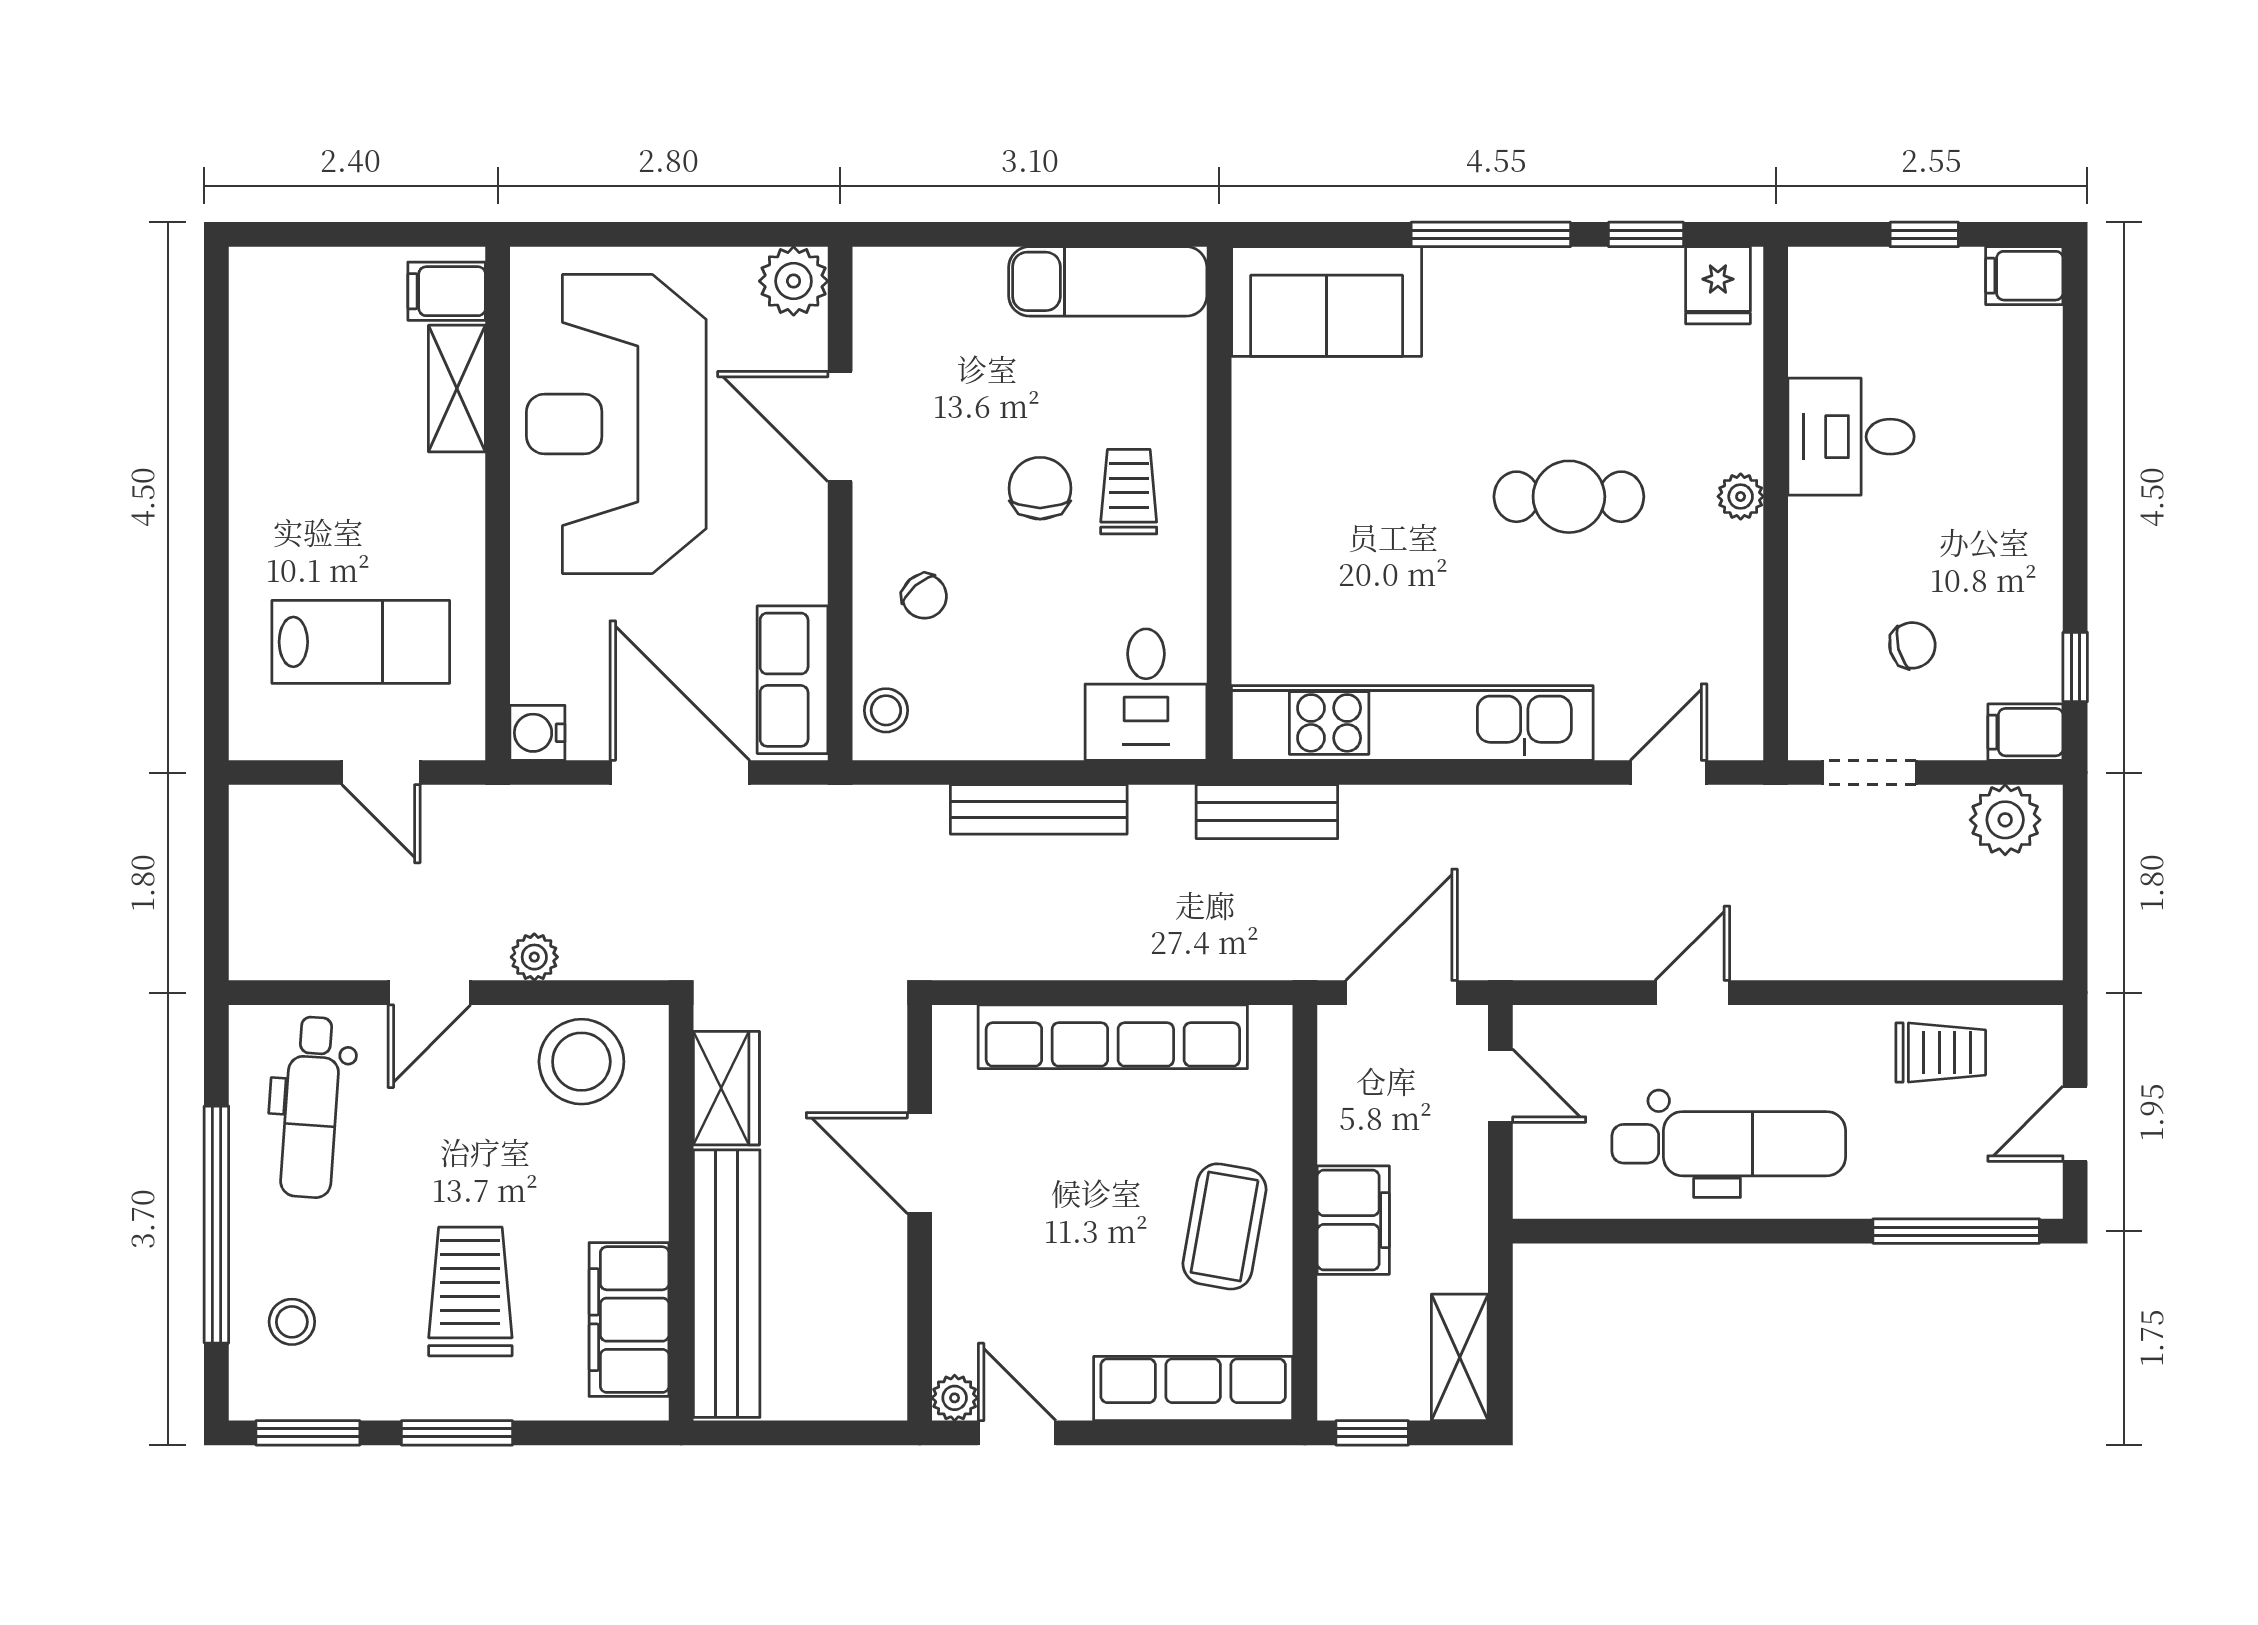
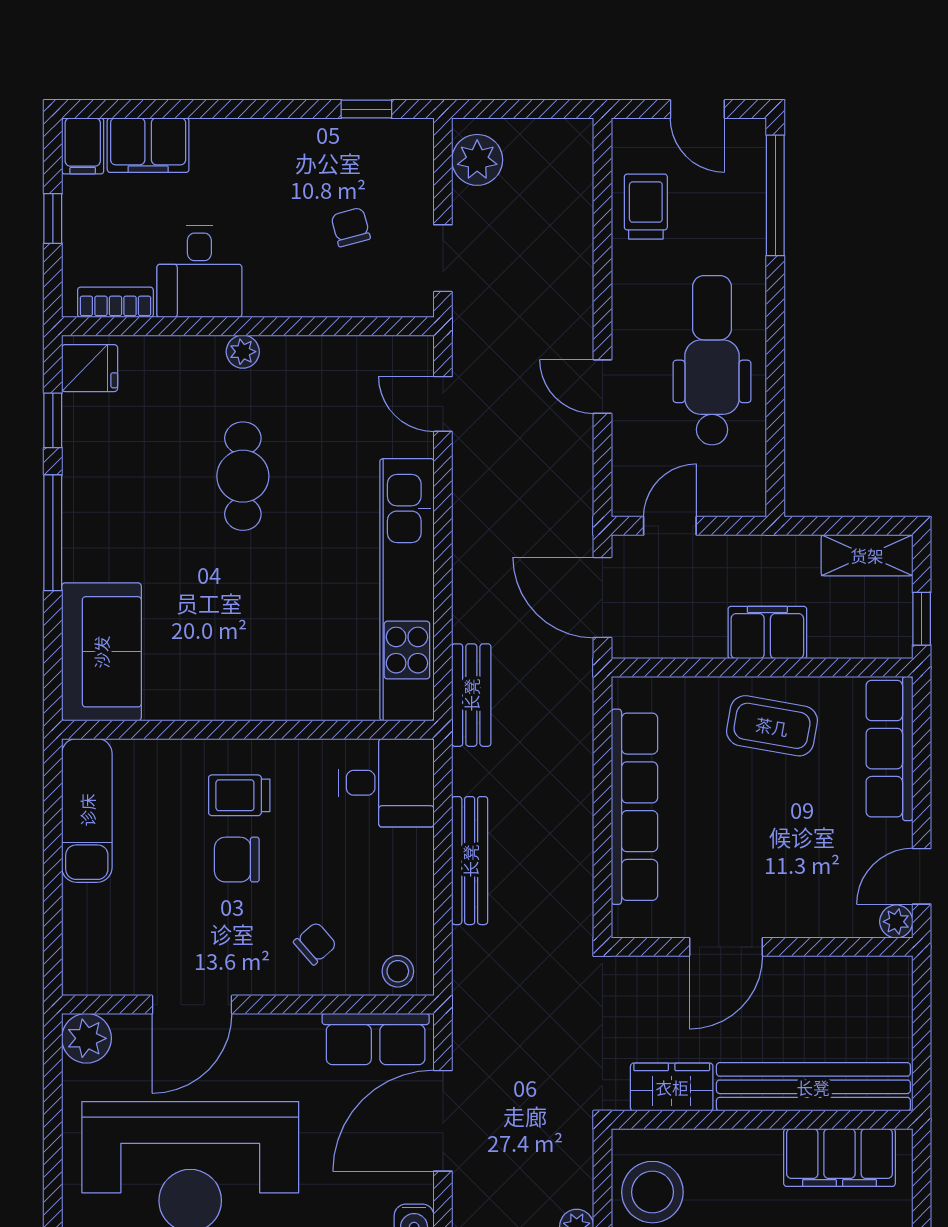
bookcase: (1809, 321) -> (115, 302), added
filing cabinet: (2025, 732) -> (148, 145), moved, width x2.00

